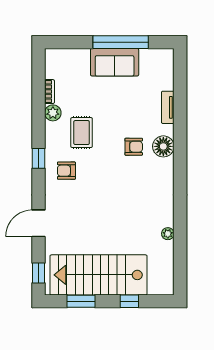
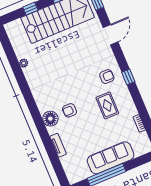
sofa: (115, 62) -> (111, 158), width x1.36
plant: (53, 113) -> (131, 110), removed

